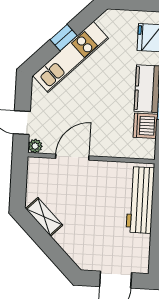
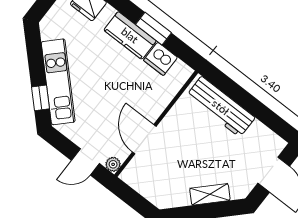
window: (64, 38) -> (40, 98), moved
shelving: (44, 217) -> (210, 194), moved

